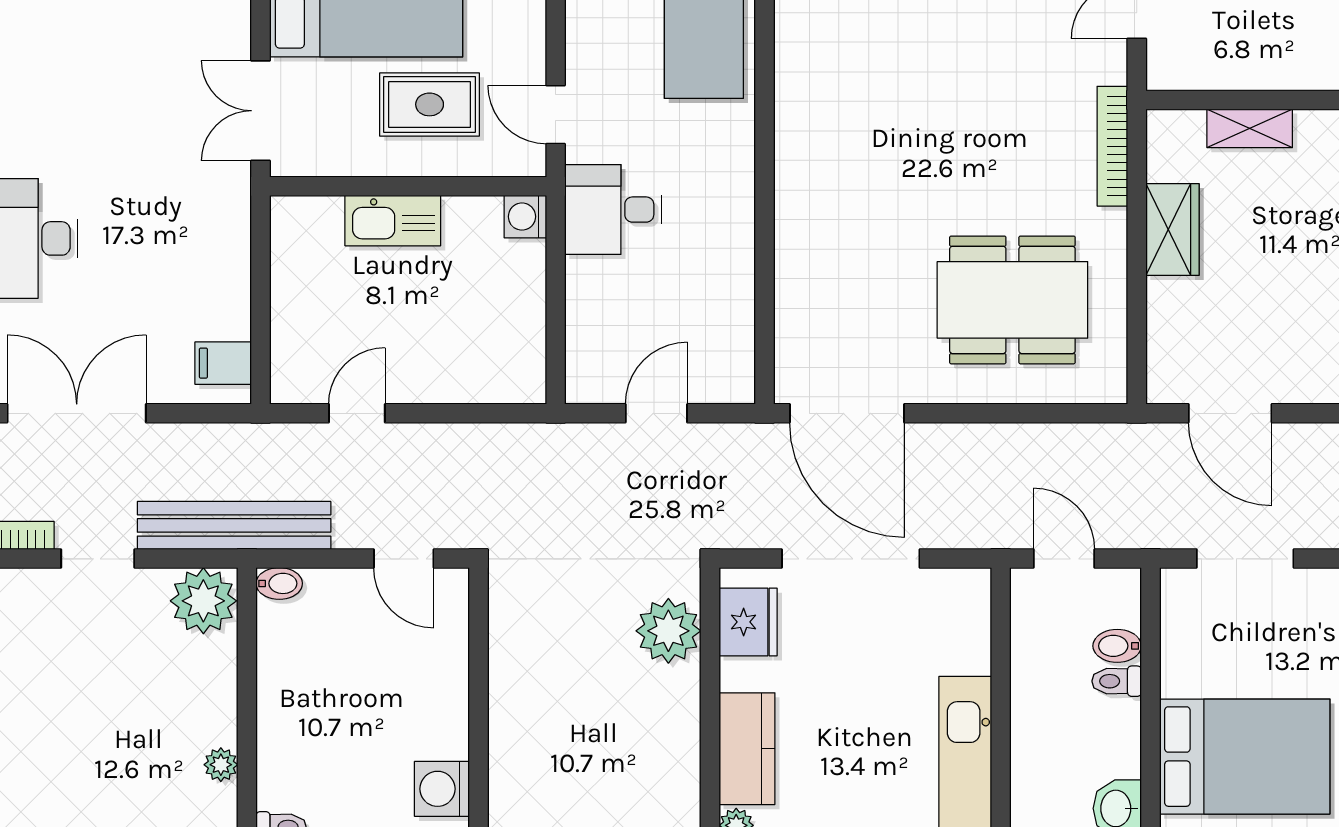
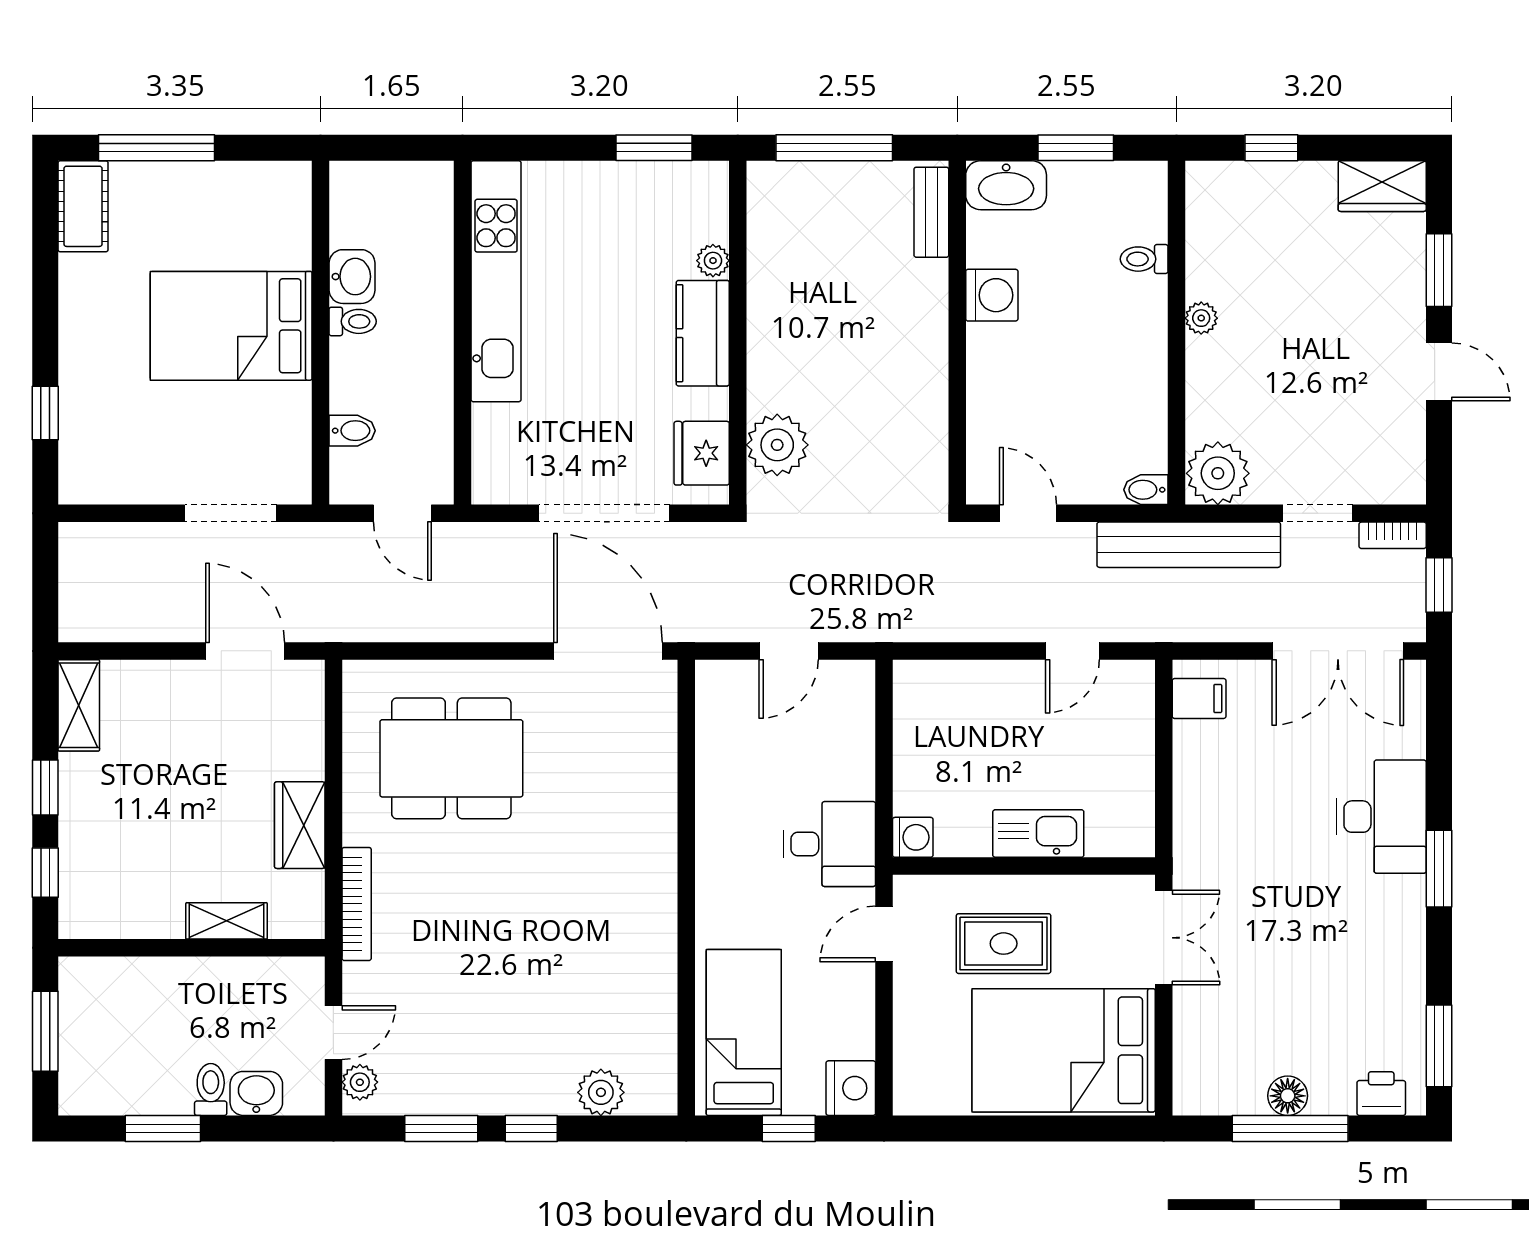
door: (556, 115) -> (884, 934), swing flipped
toilet: (1117, 681) -> (353, 321), moved

